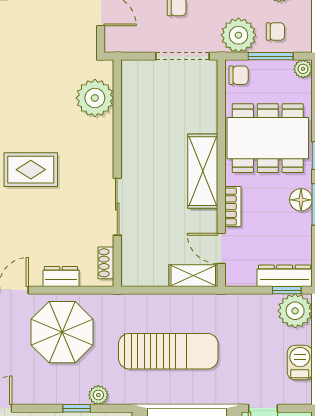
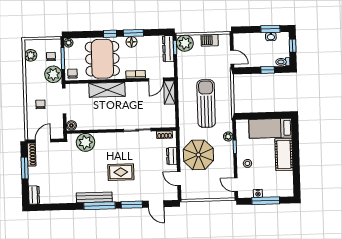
boiler: (131, 70) -> (71, 125), added
rug: (31, 170) -> (121, 172), turned 90
shelving: (203, 171) -> (107, 90), moved

